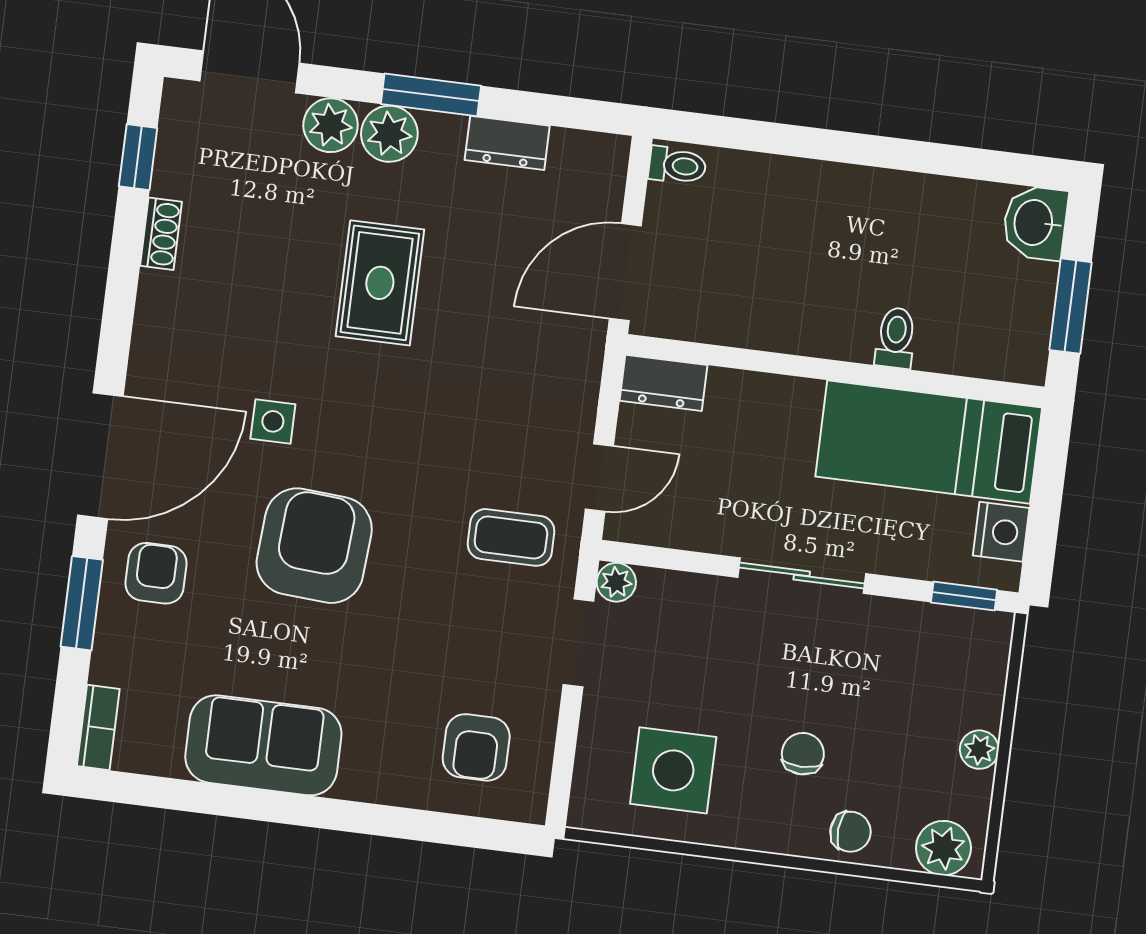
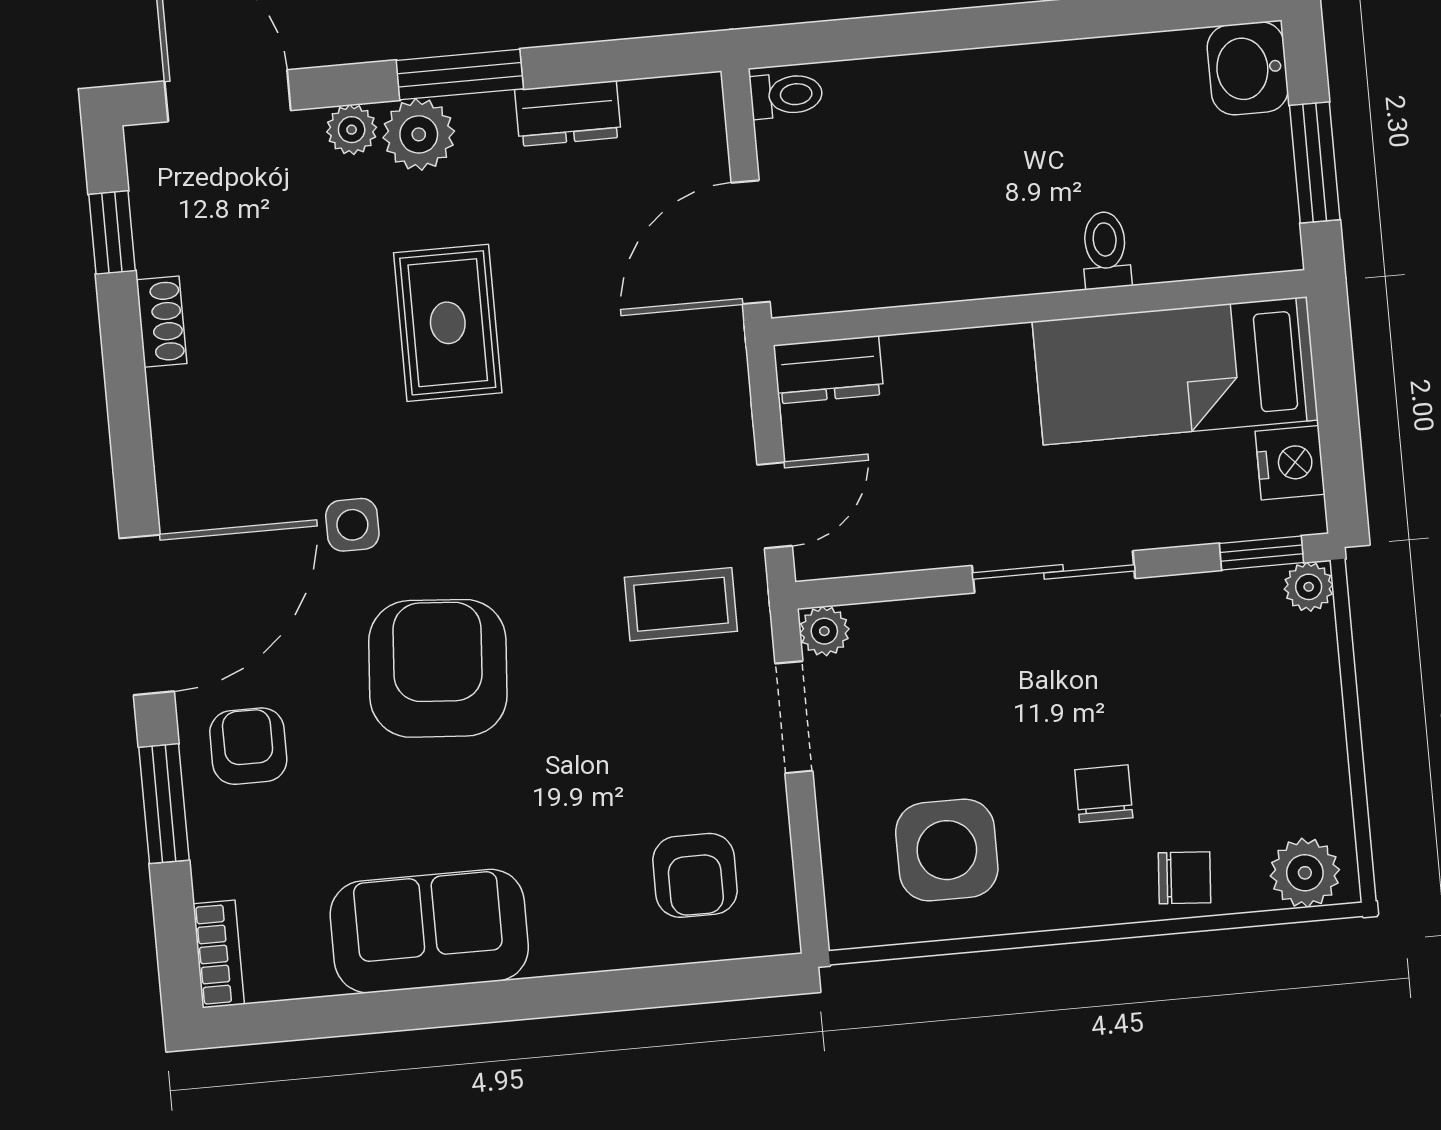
plant: (331, 125) -> (352, 130), width x0.73, depth x0.73
plant: (979, 750) -> (1309, 587), moved

